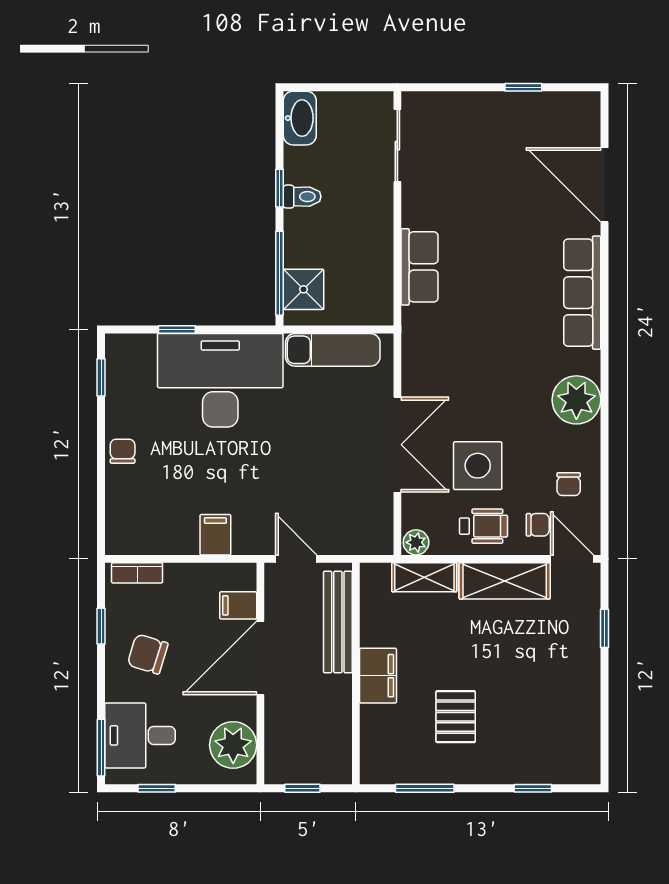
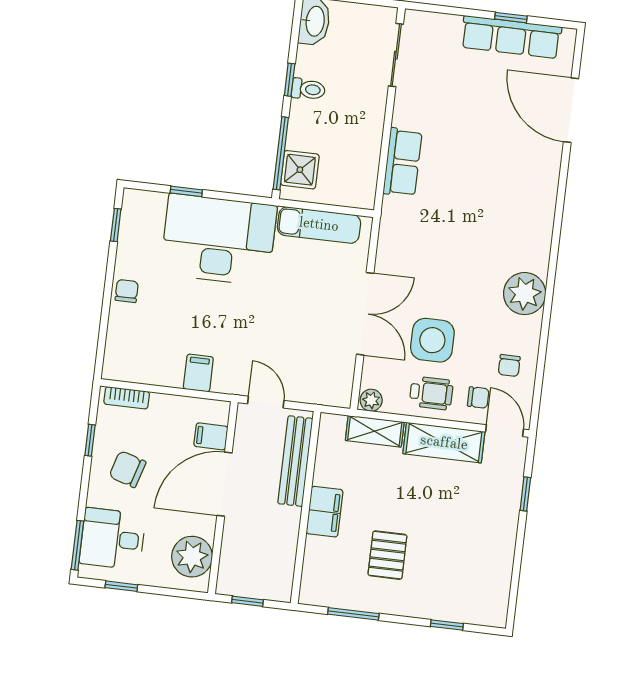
row of seats: (582, 293) -> (511, 37), moved, turned -90

